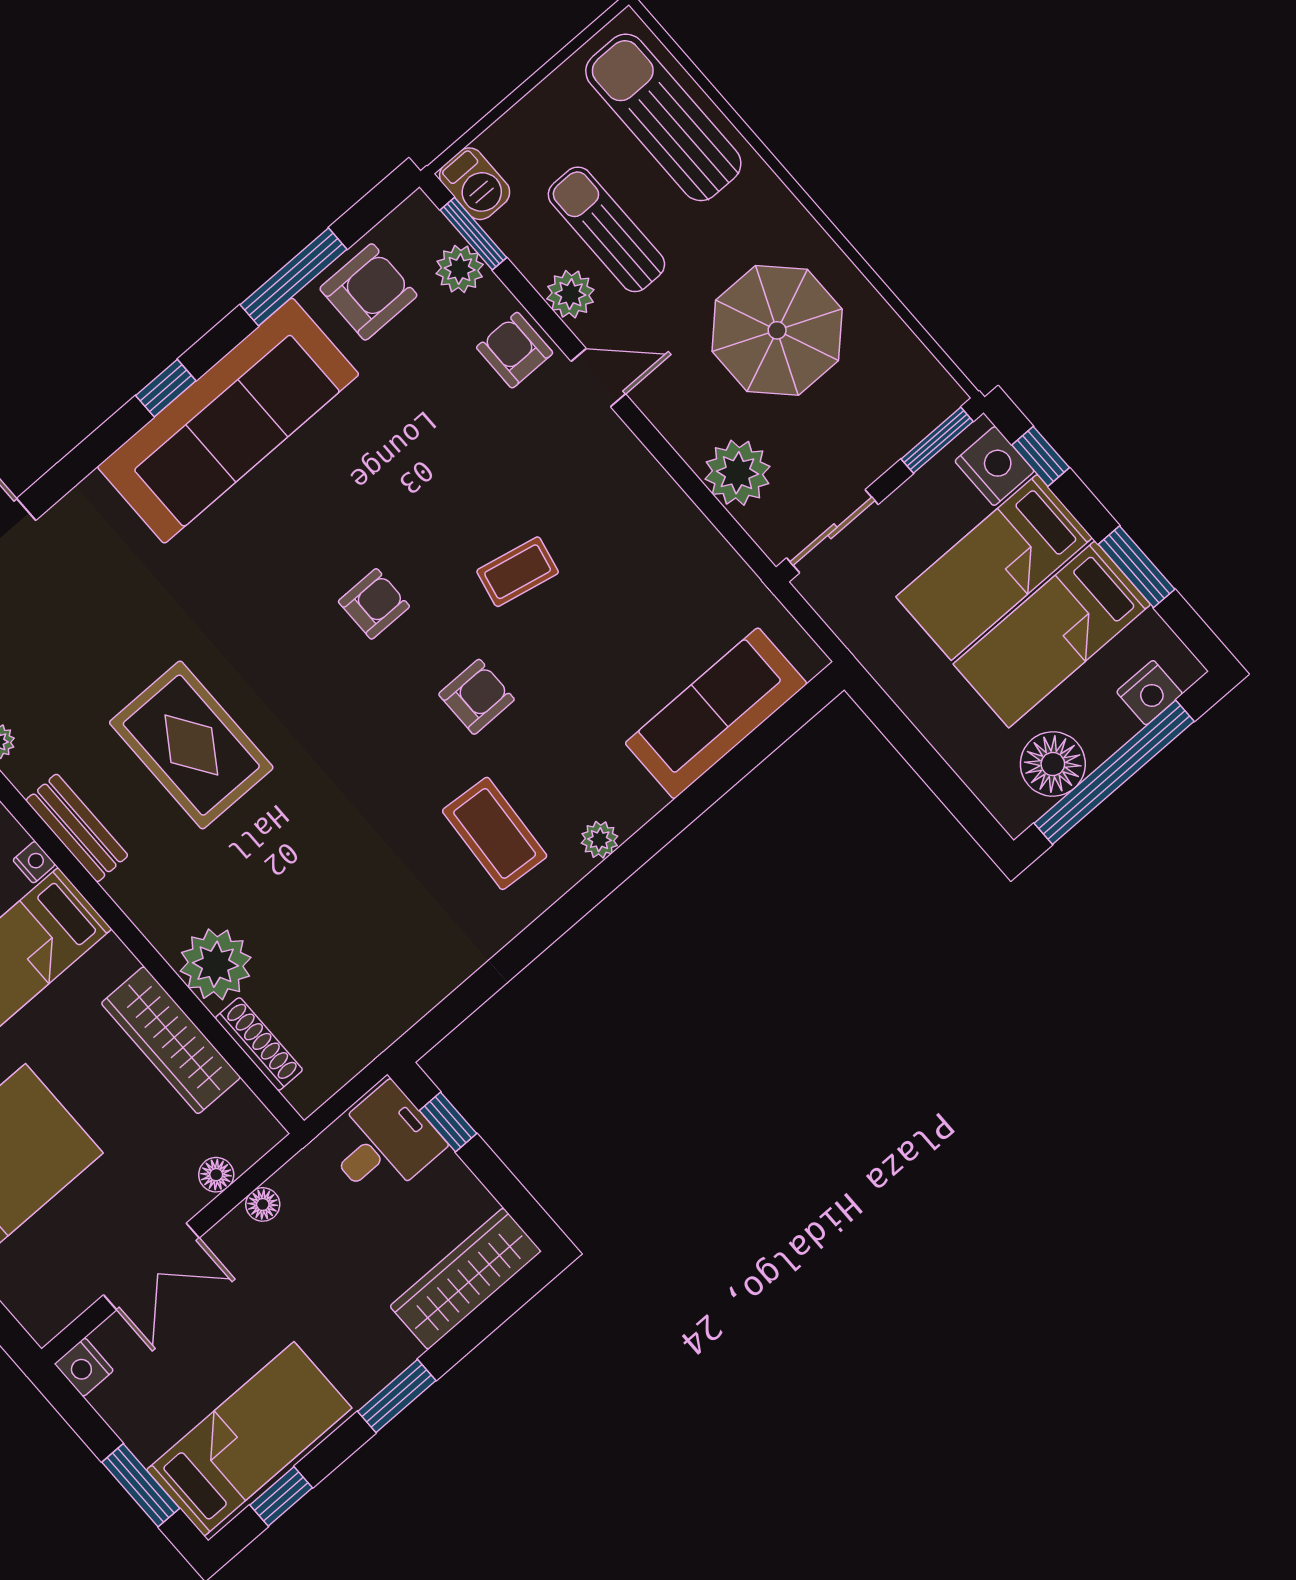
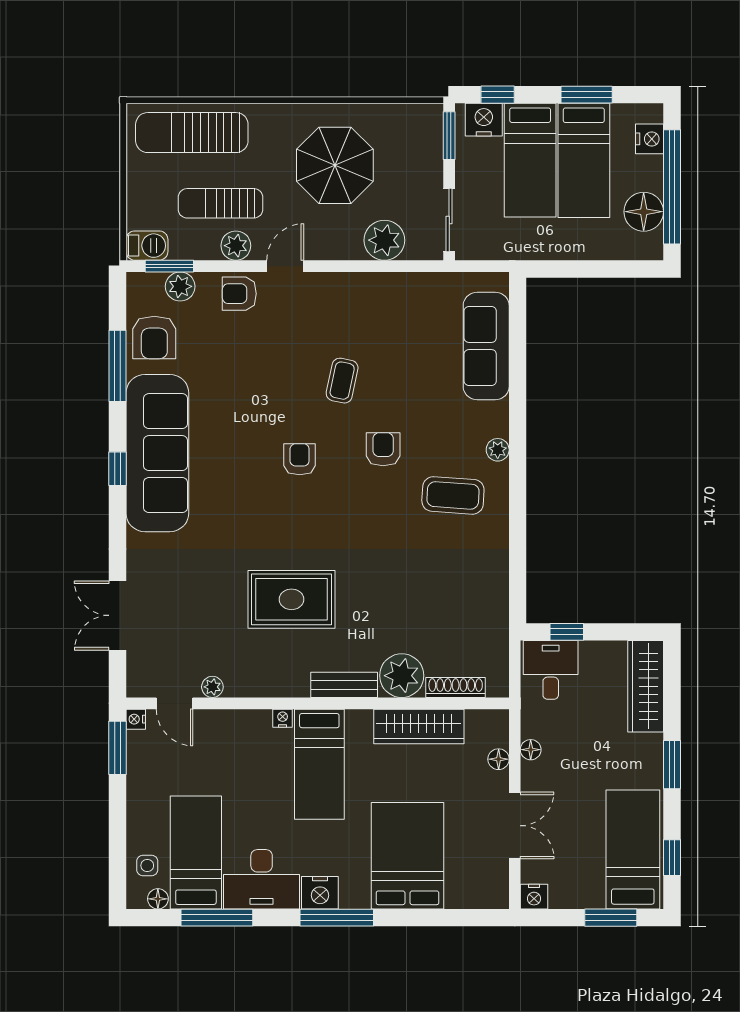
armchair: (368, 292) -> (154, 337), turned 180
bench: (77, 828) -> (344, 685), moved

